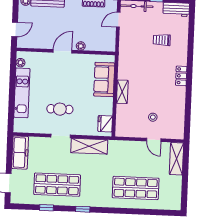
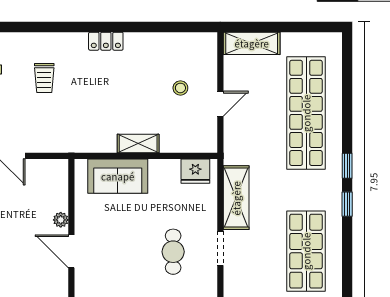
door: (154, 140) -> (220, 104), moved
shop shelf: (136, 188) -> (306, 113), width x1.40
window: (47, 208) -> (347, 166), moved

